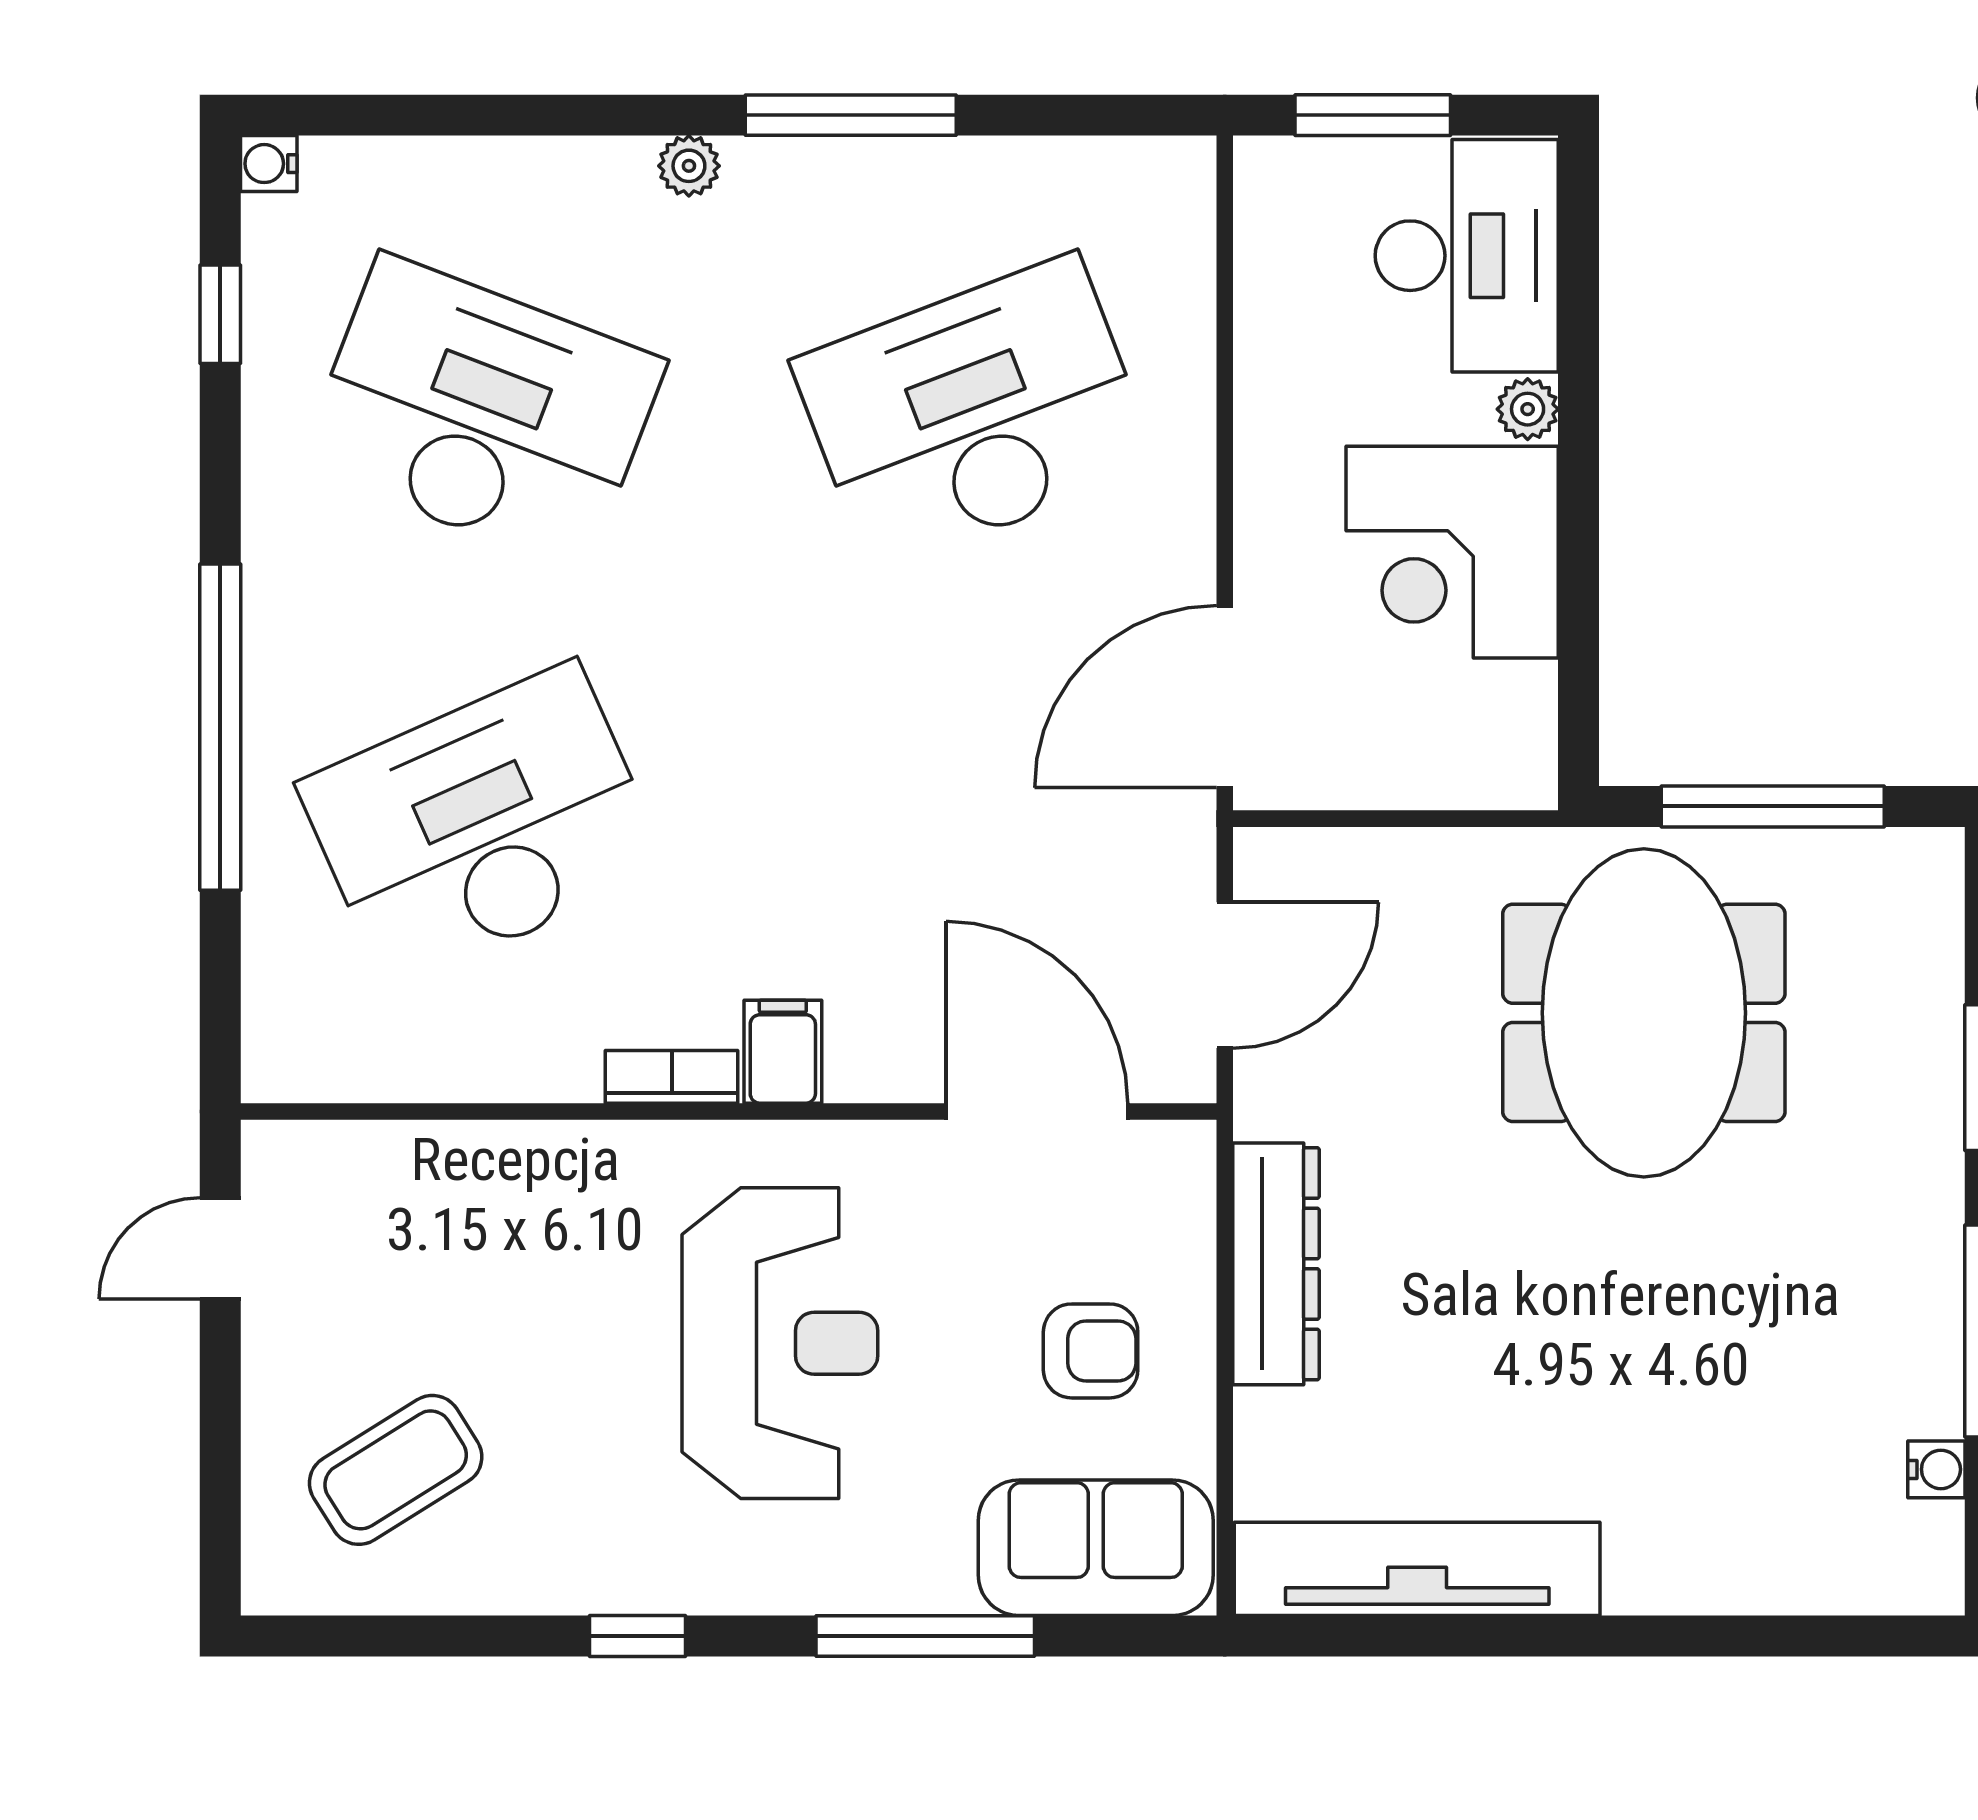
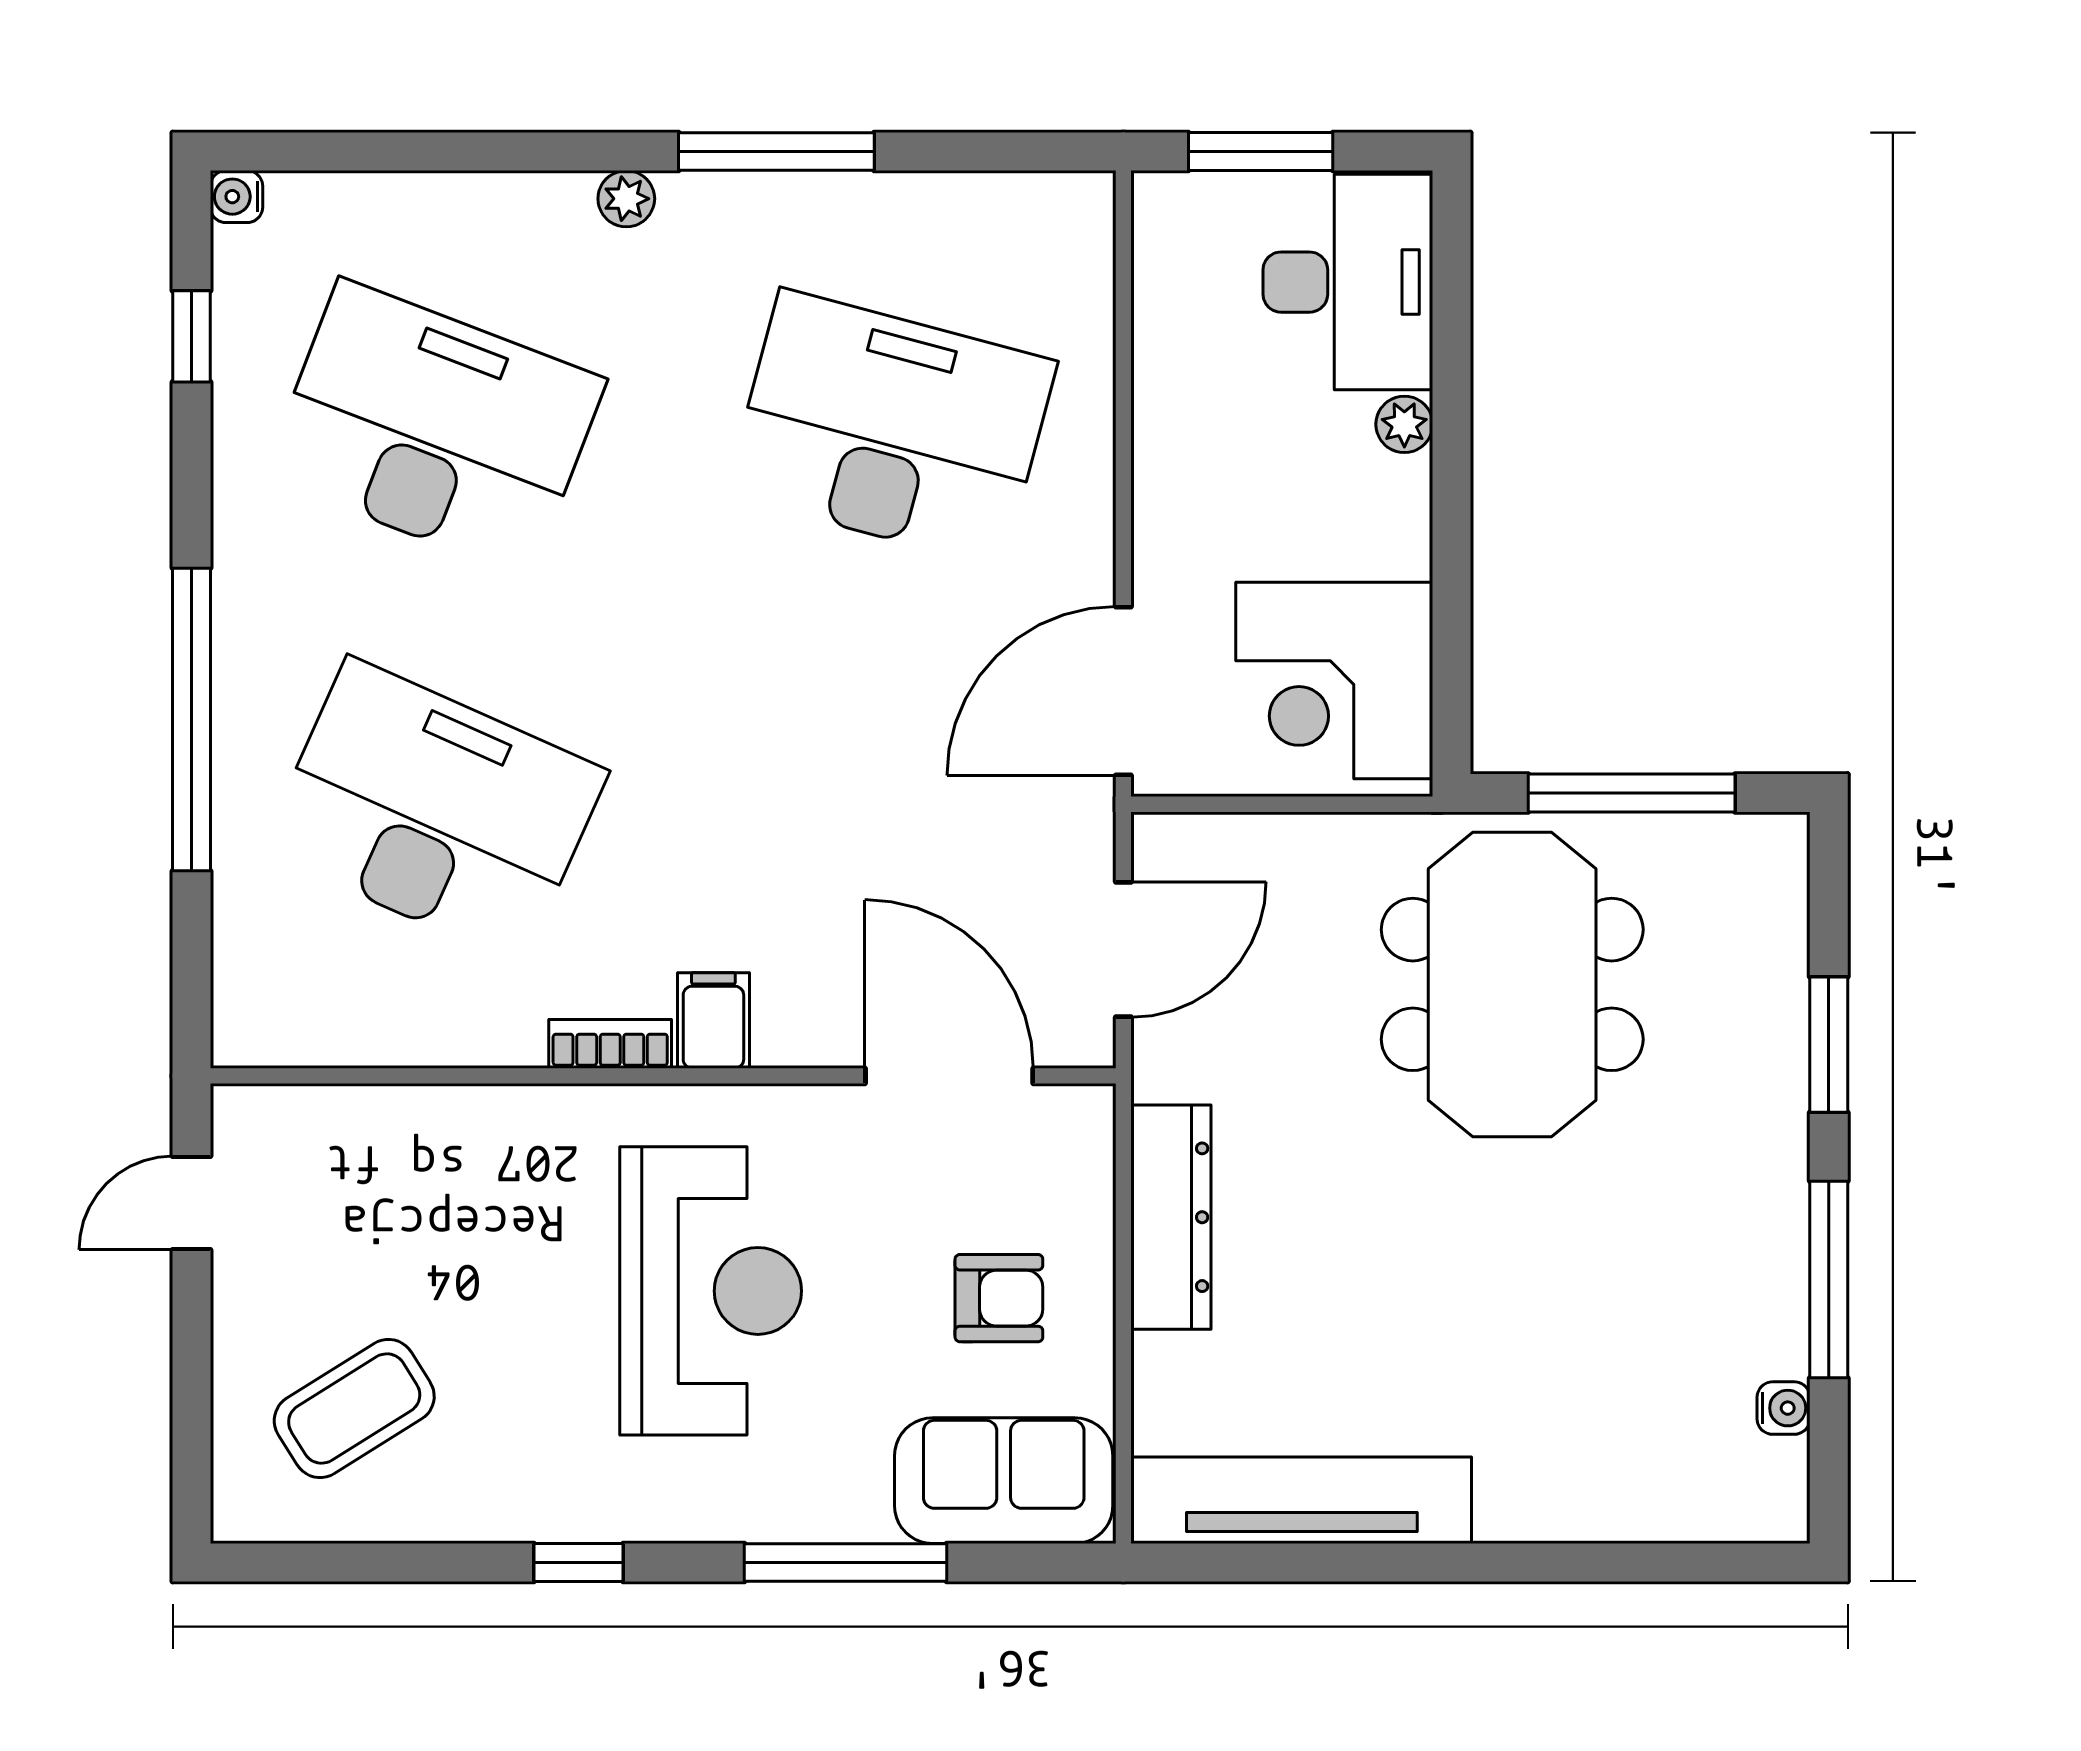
desk: (975, 413) -> (891, 428), turned 36
corner desk: (1452, 552) -> (1334, 681), moved
desk: (483, 826) -> (435, 811), turned 48

